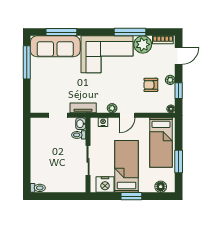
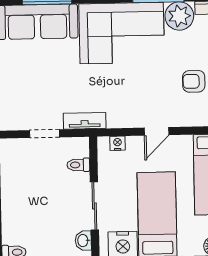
plant: (112, 108) -> (132, 120), removed
washbasin: (81, 124) -> (83, 241), moved

